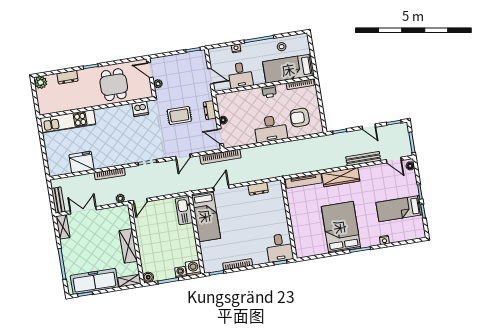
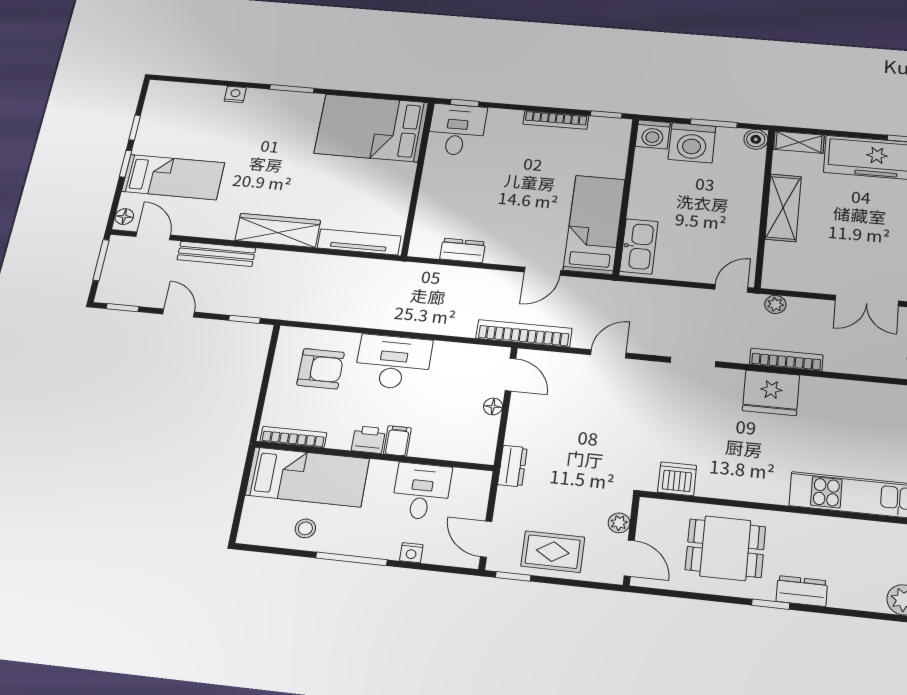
door: (211, 76) -> (486, 539), moved
dresser: (68, 77) -> (802, 591), moved
dining table: (114, 85) -> (725, 548), turned 90
filing cabinet: (257, 94) -> (397, 441), added
dresser: (210, 110) -> (512, 466), moved
rug: (179, 115) -> (553, 552), moved
fridge: (81, 162) -> (771, 393), moved
bed: (399, 209) -> (173, 177), moved
bed: (341, 227) -> (371, 128), moved, turned 90
washing machine: (181, 272) -> (692, 143), width x1.89, depth x1.89

